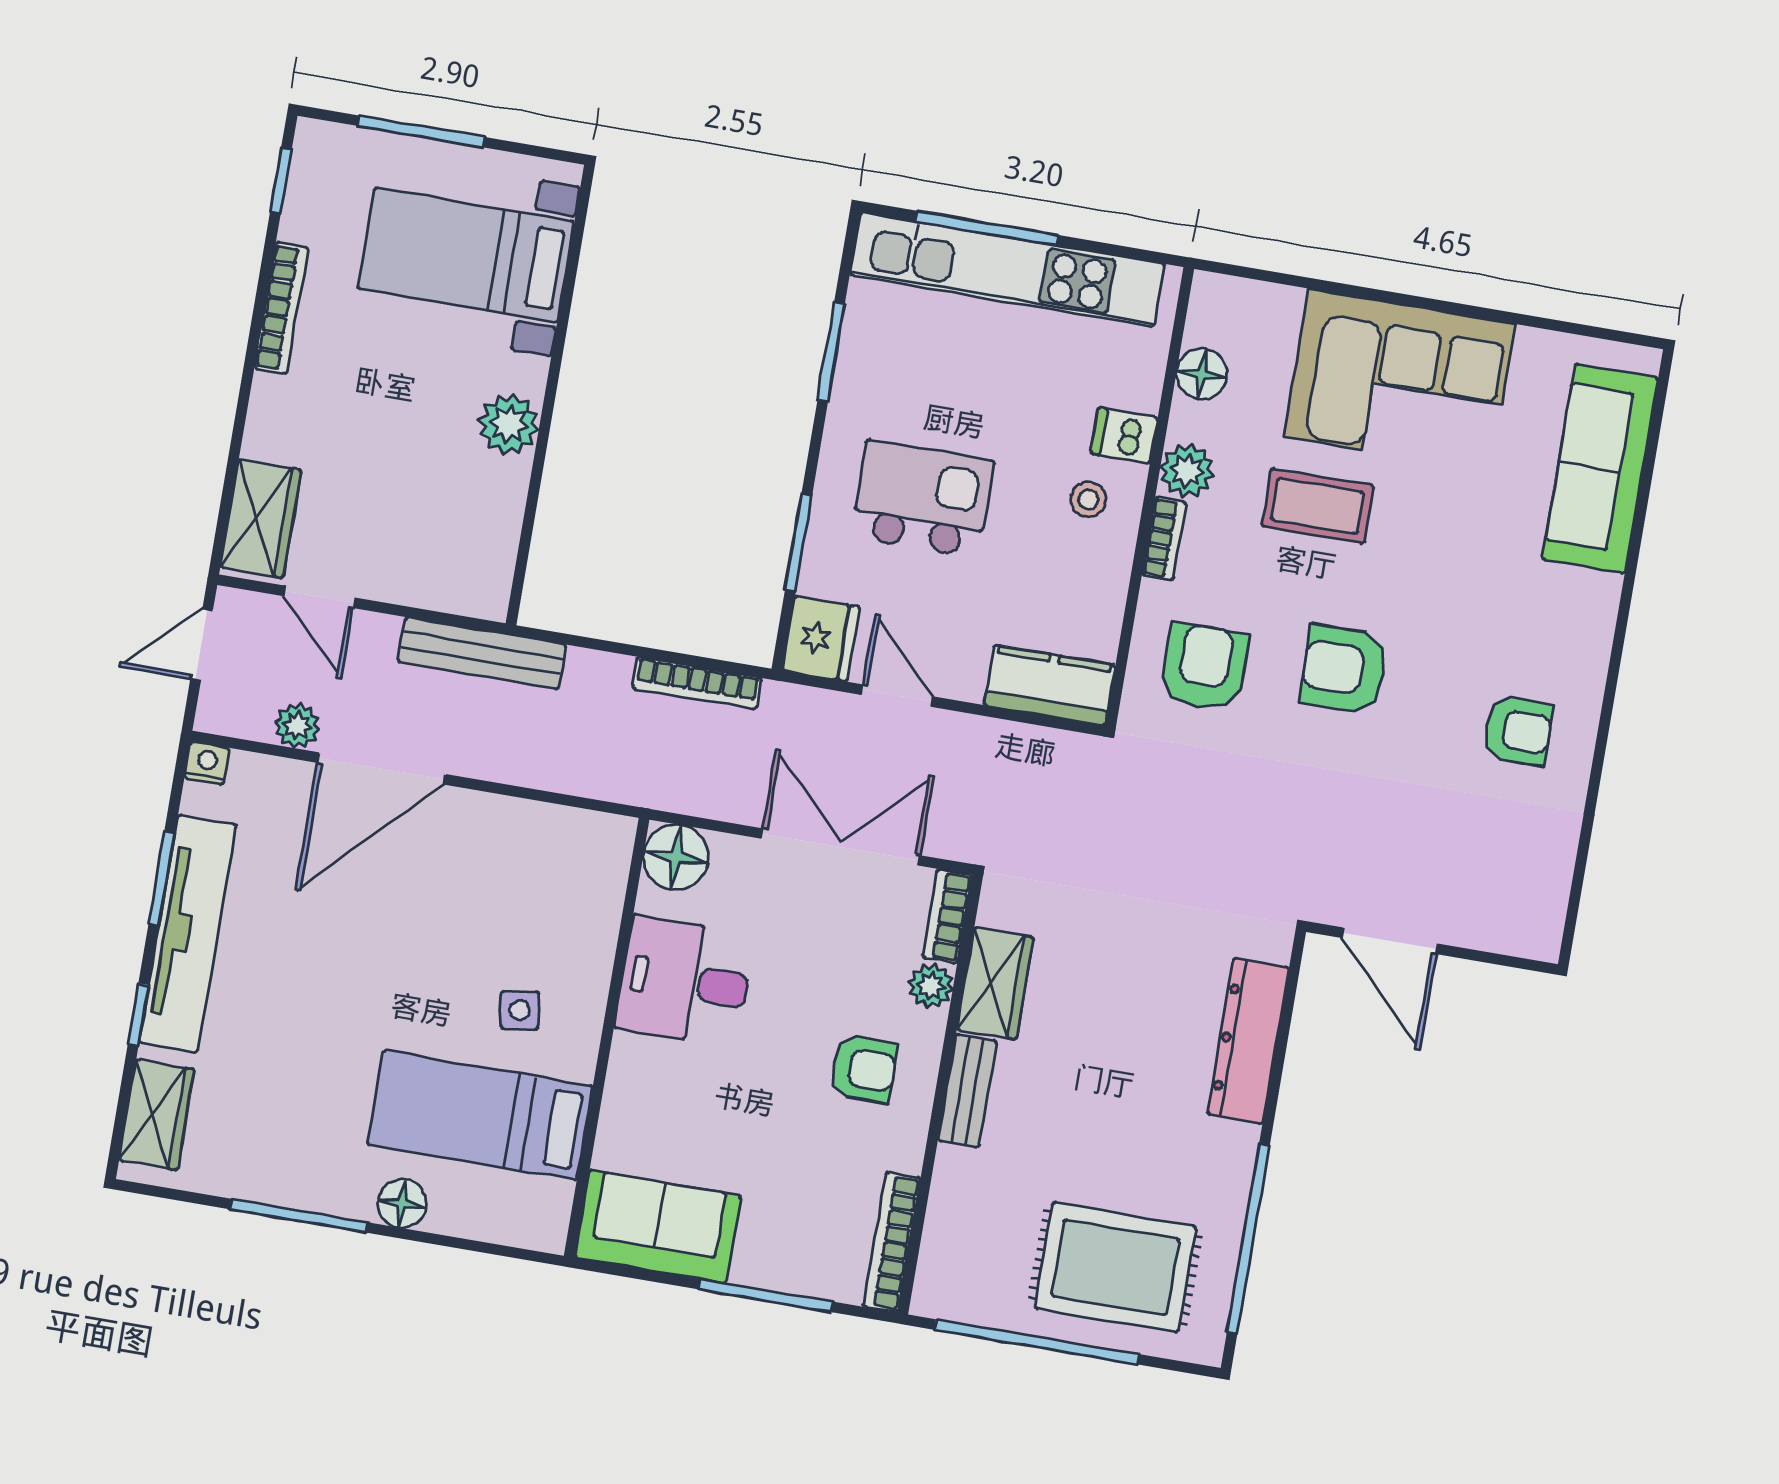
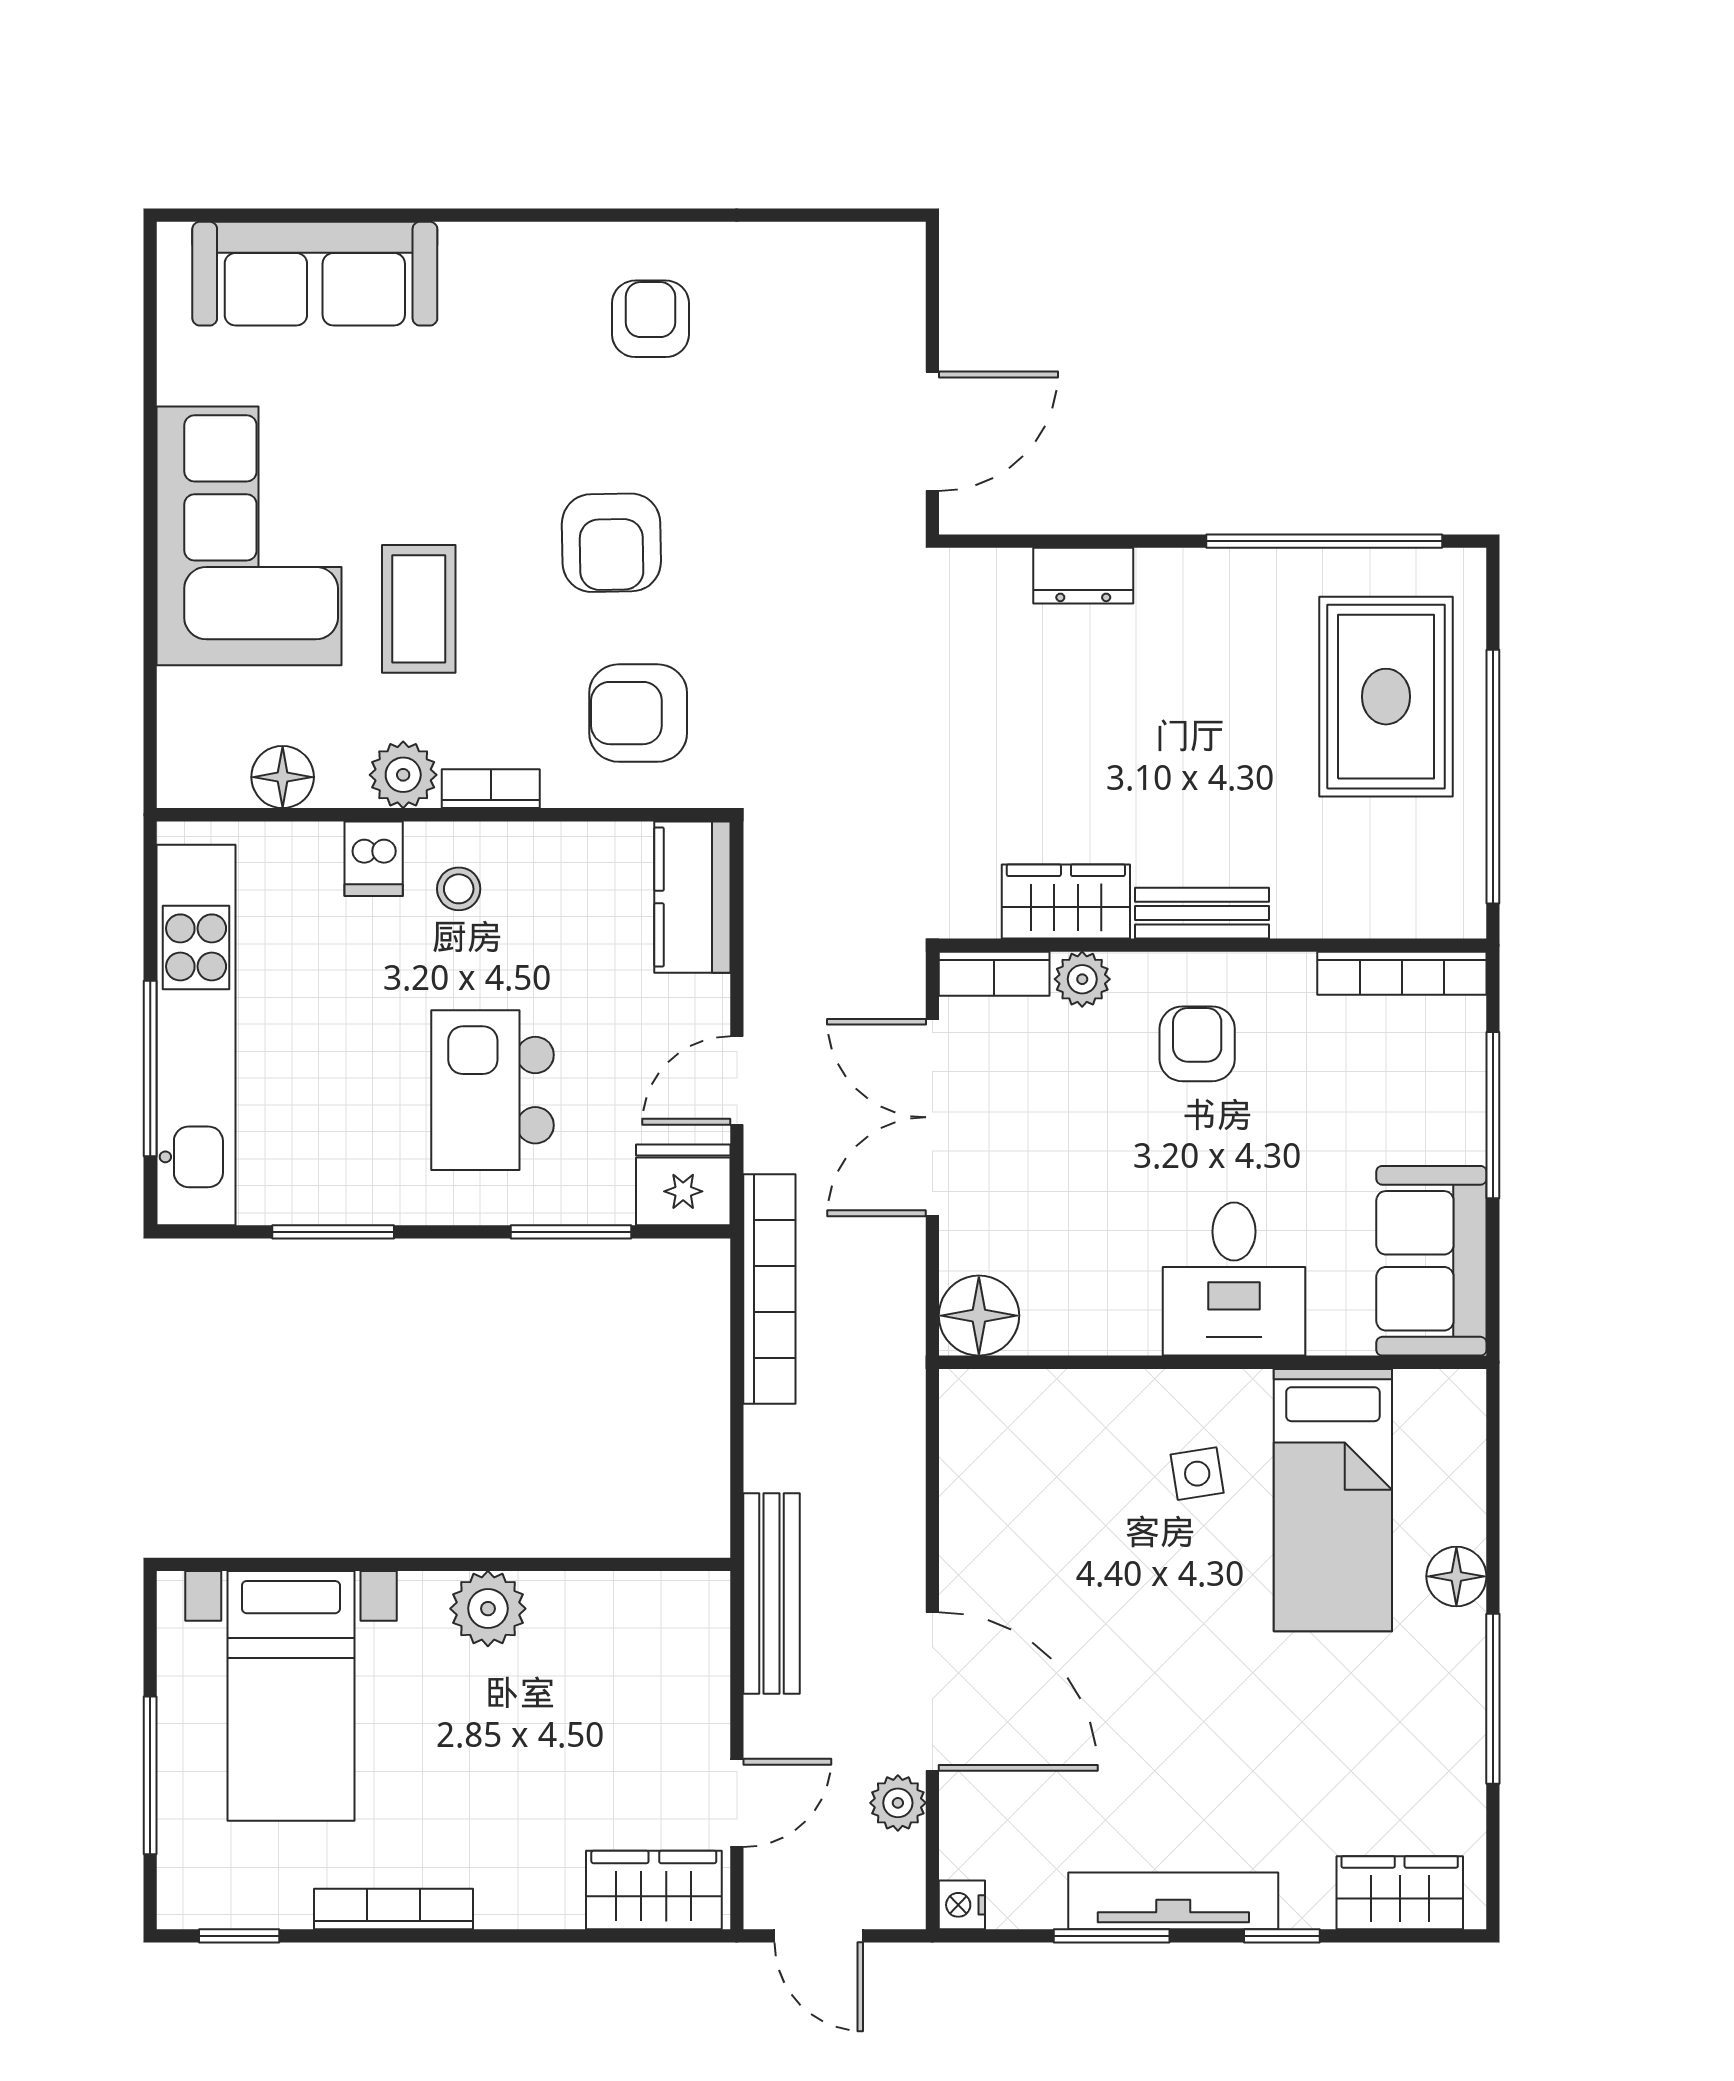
bookcase: (697, 683) -> (769, 1289), width x1.48, depth x1.31
tv unit: (188, 934) -> (1173, 1901), width x0.73, depth x0.78
desk: (685, 981) -> (1234, 1279), moved
dresser: (1248, 1041) -> (1083, 576), width x0.51, depth x0.80

